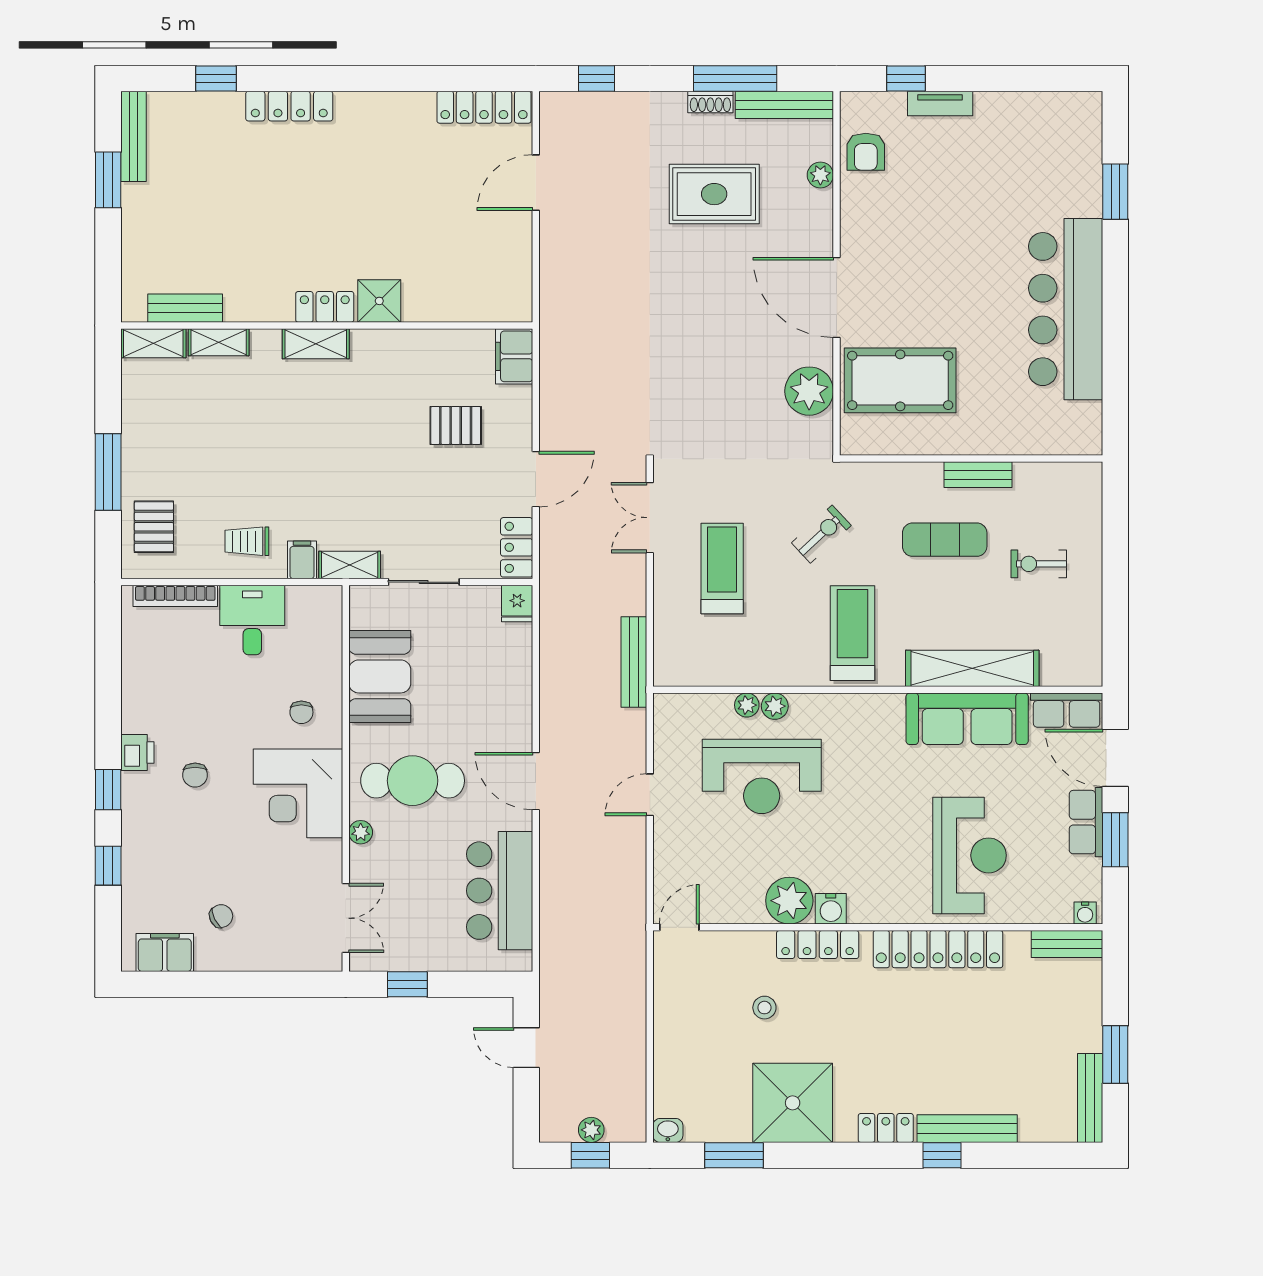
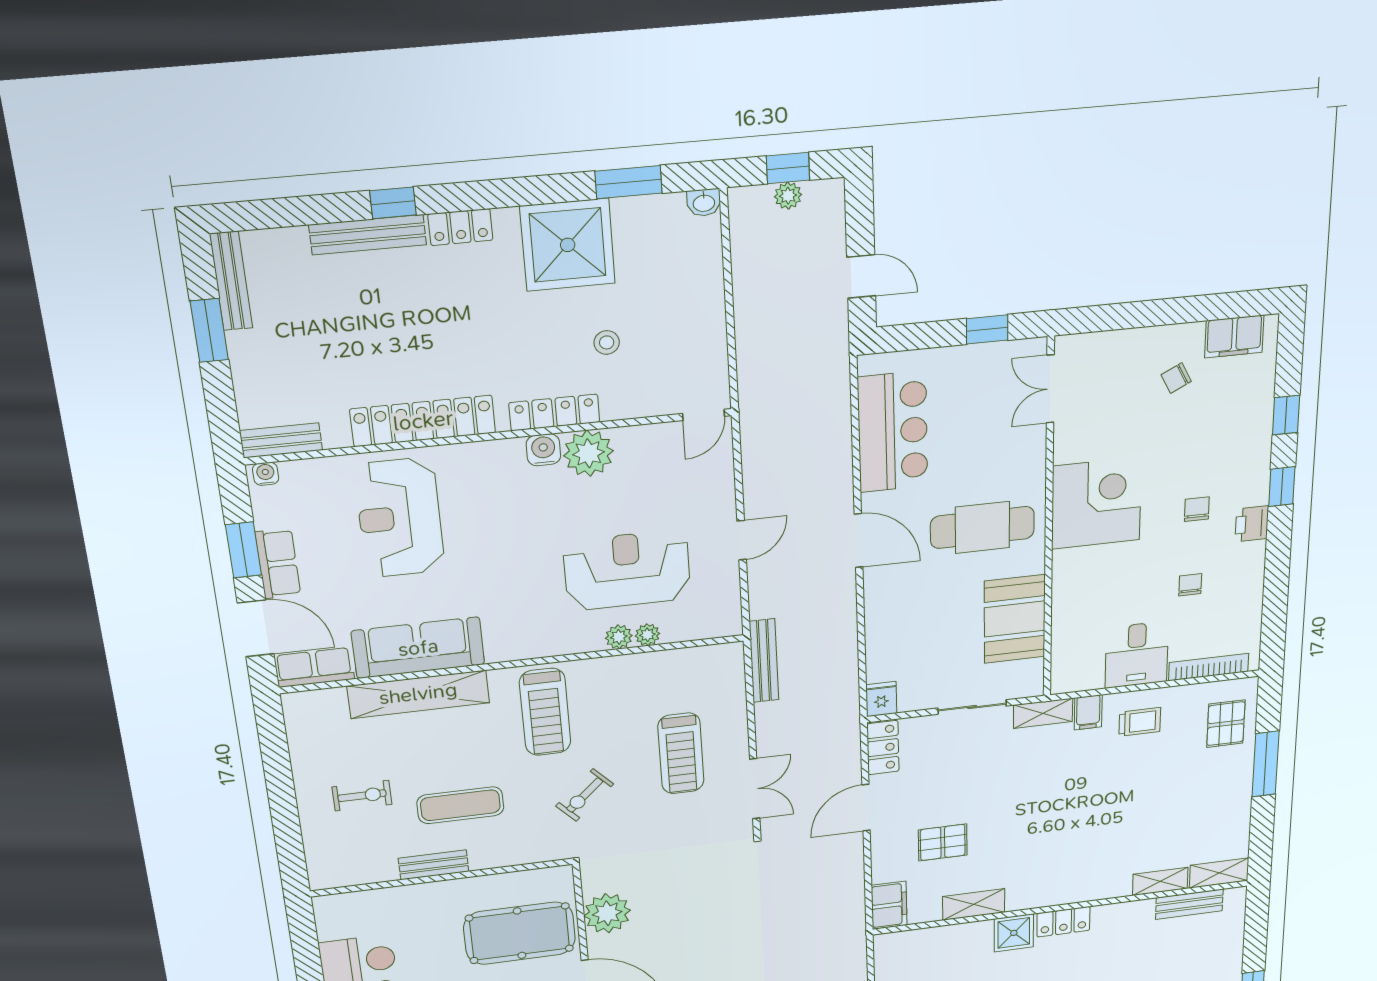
shelving: (316, 344) -> (974, 904), moved
chair: (301, 712) -> (1190, 585), moved
plant: (361, 832) -> (1034, 473), removed

